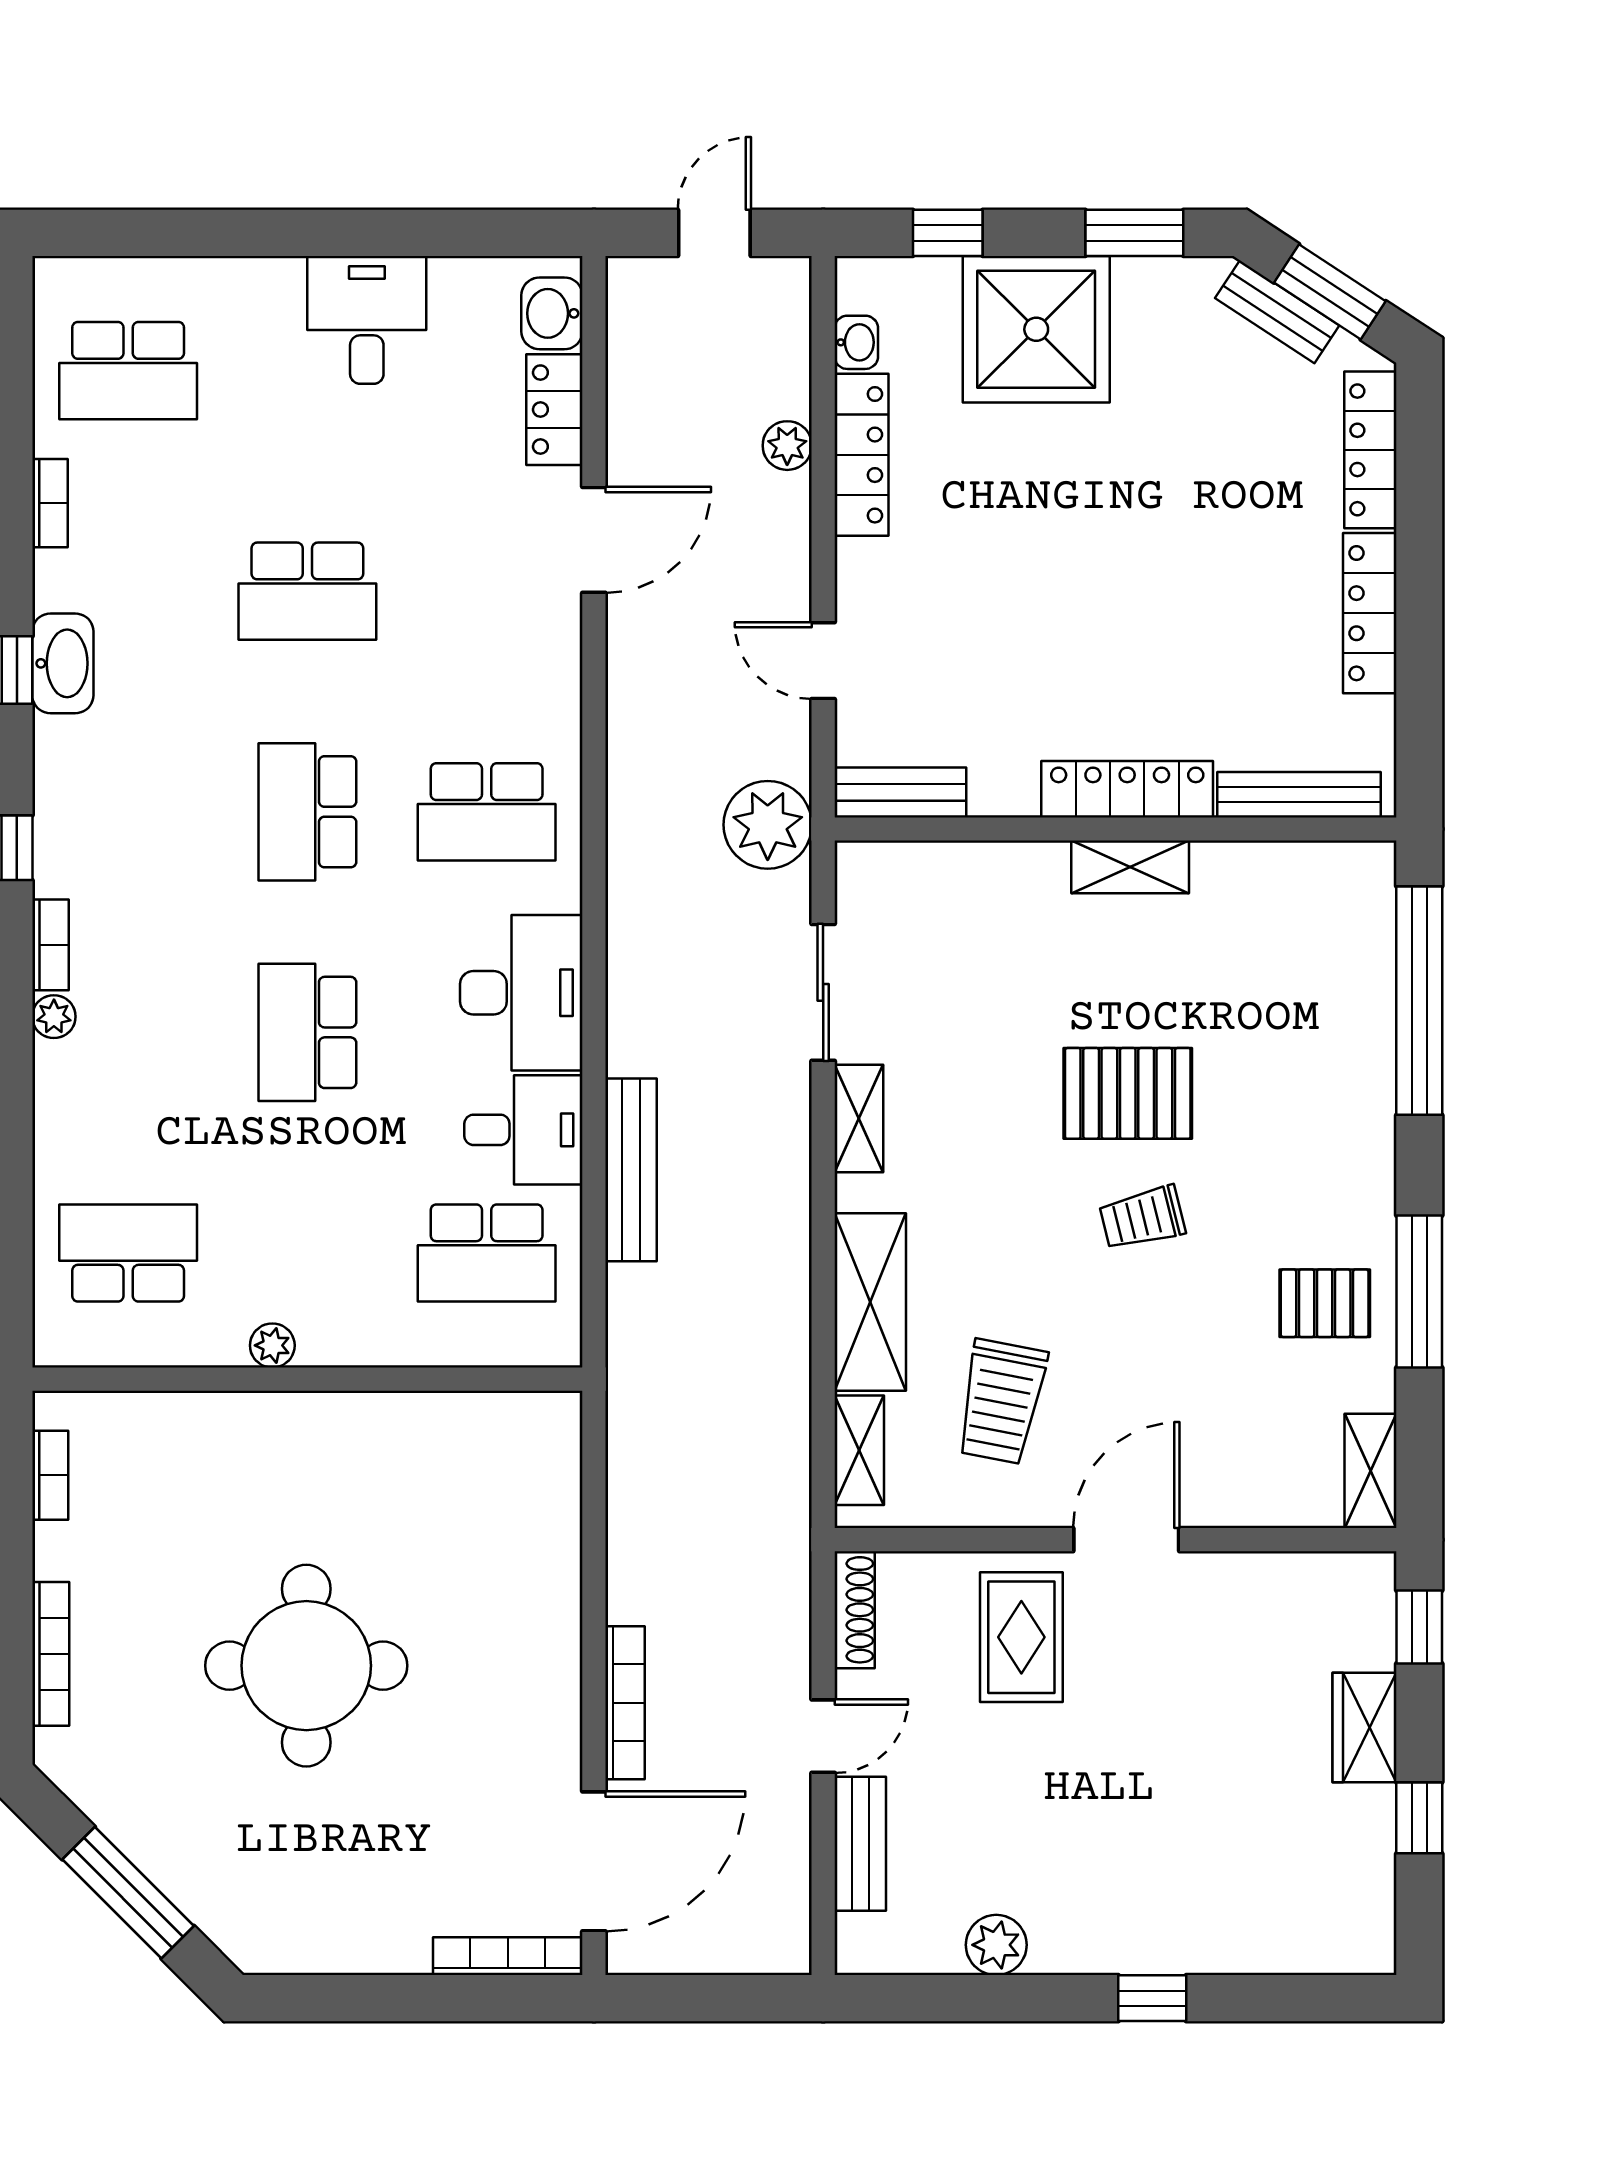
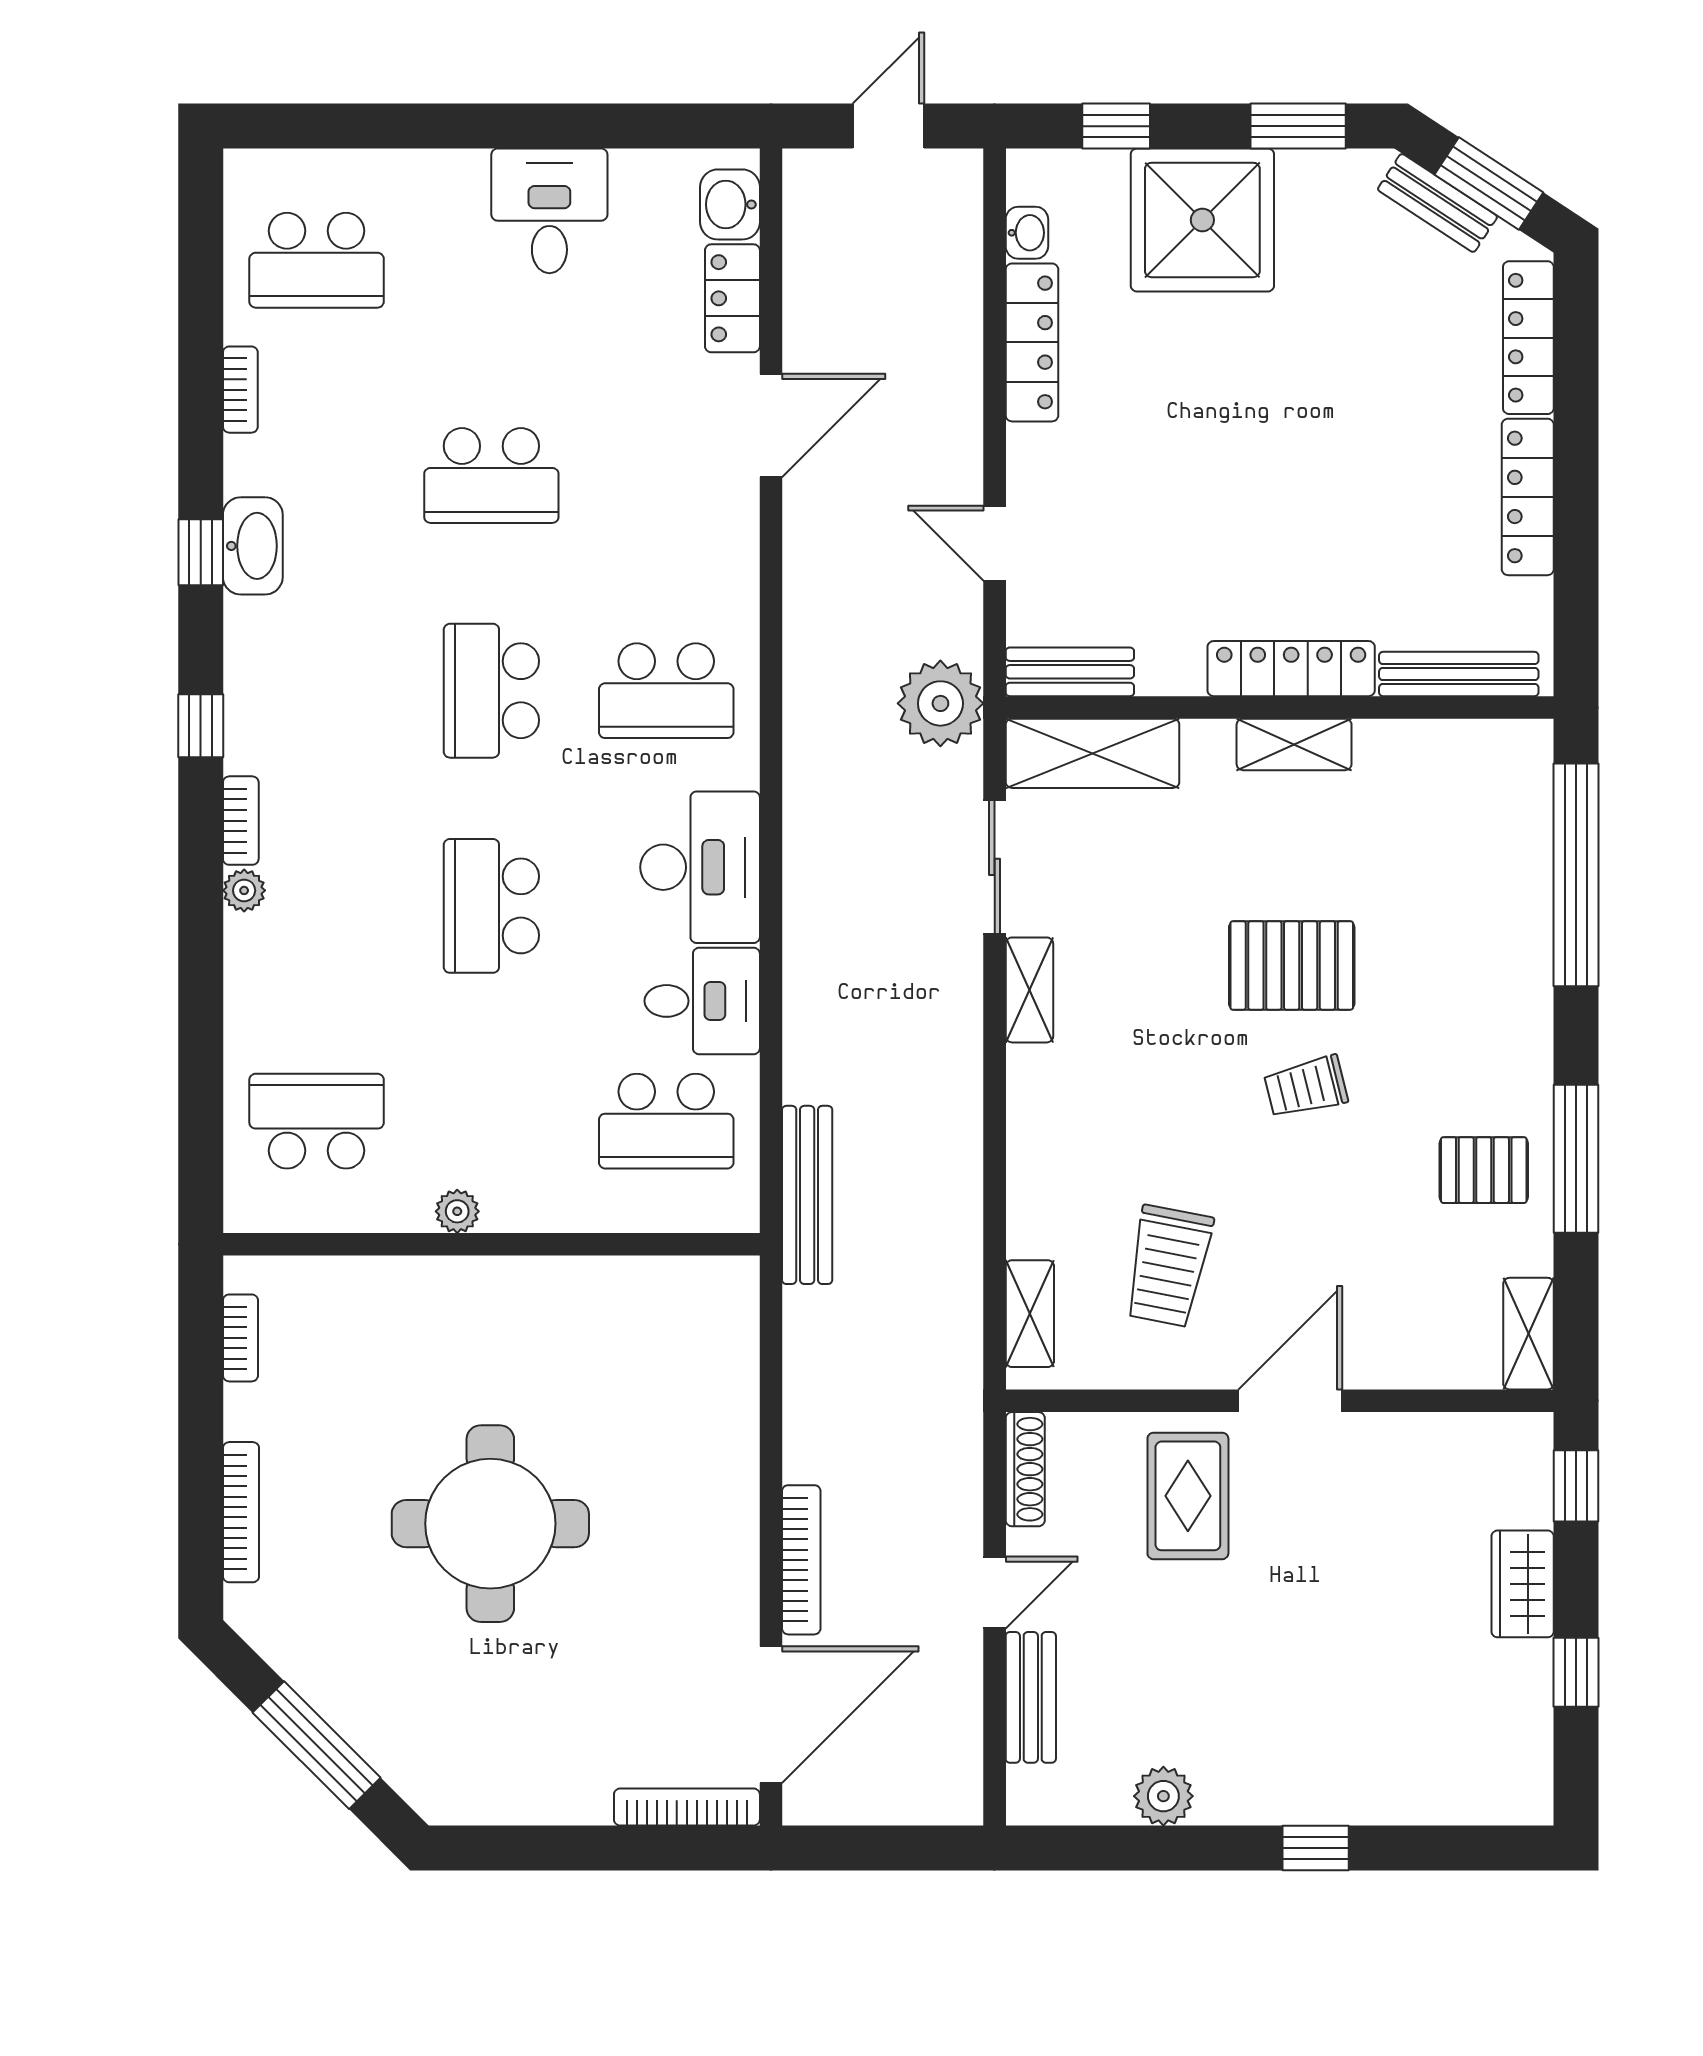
plant: (787, 446) -> (960, 333), removed
bench: (631, 1170) -> (807, 1195), moved
shelving: (870, 1302) -> (1092, 753), moved, turned 90

